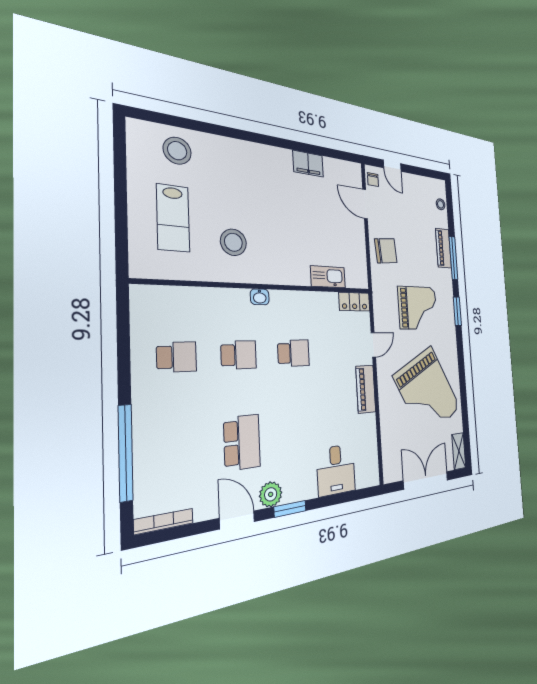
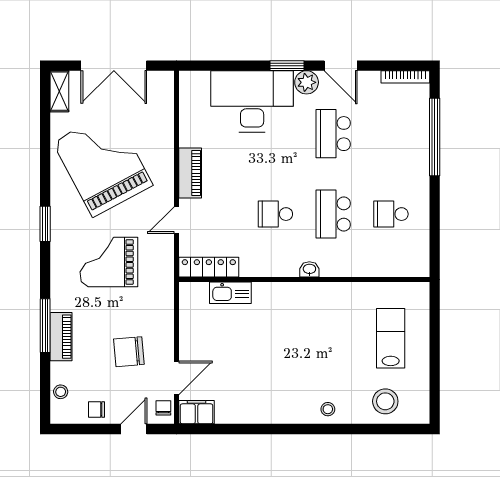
filing cabinet: (308, 164) -> (197, 412), moved
door: (392, 166) -> (134, 429), hinge flipped
chair: (418, 186) -> (96, 409), added
door: (365, 204) -> (176, 378), hinge flipped
stool: (233, 242) -> (328, 409), moved, width x0.53, depth x0.53
chair: (386, 251) -> (129, 352), moved
locker: (354, 302) -> (209, 267), width x1.53
window: (457, 311) -> (45, 224), moved
school desk: (239, 355) -> (333, 214), width x1.85
desk: (336, 470) -> (252, 101), width x1.87, depth x1.30

